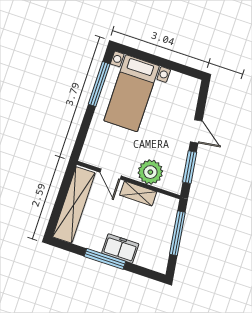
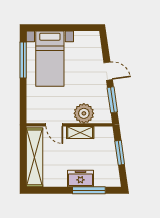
window: (177, 233) -> (120, 153), width x0.69
window: (105, 259) -> (89, 190), moved

